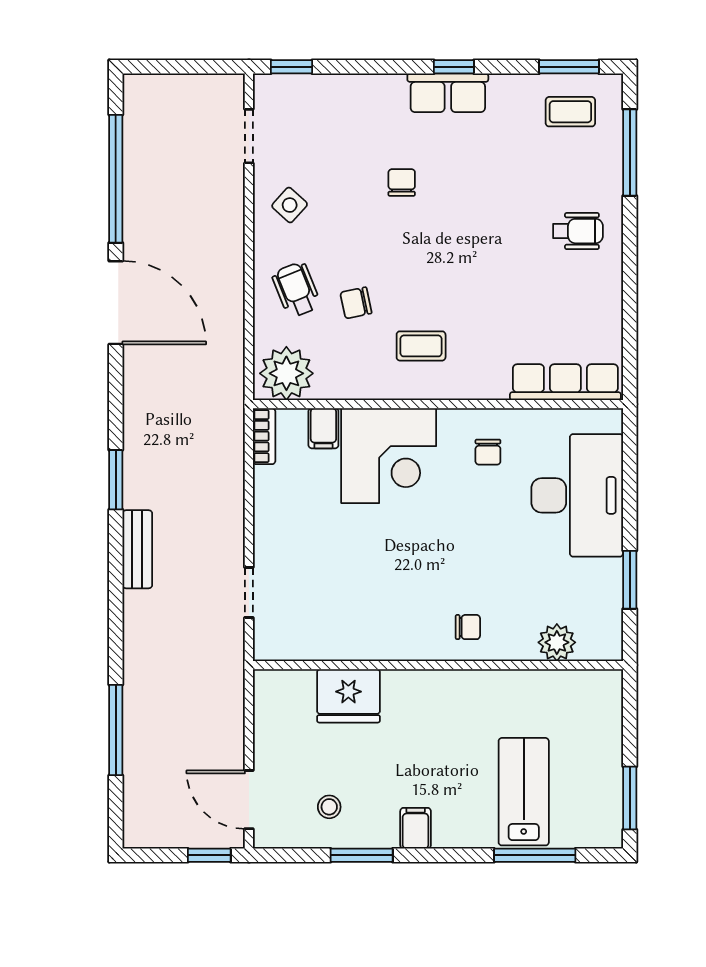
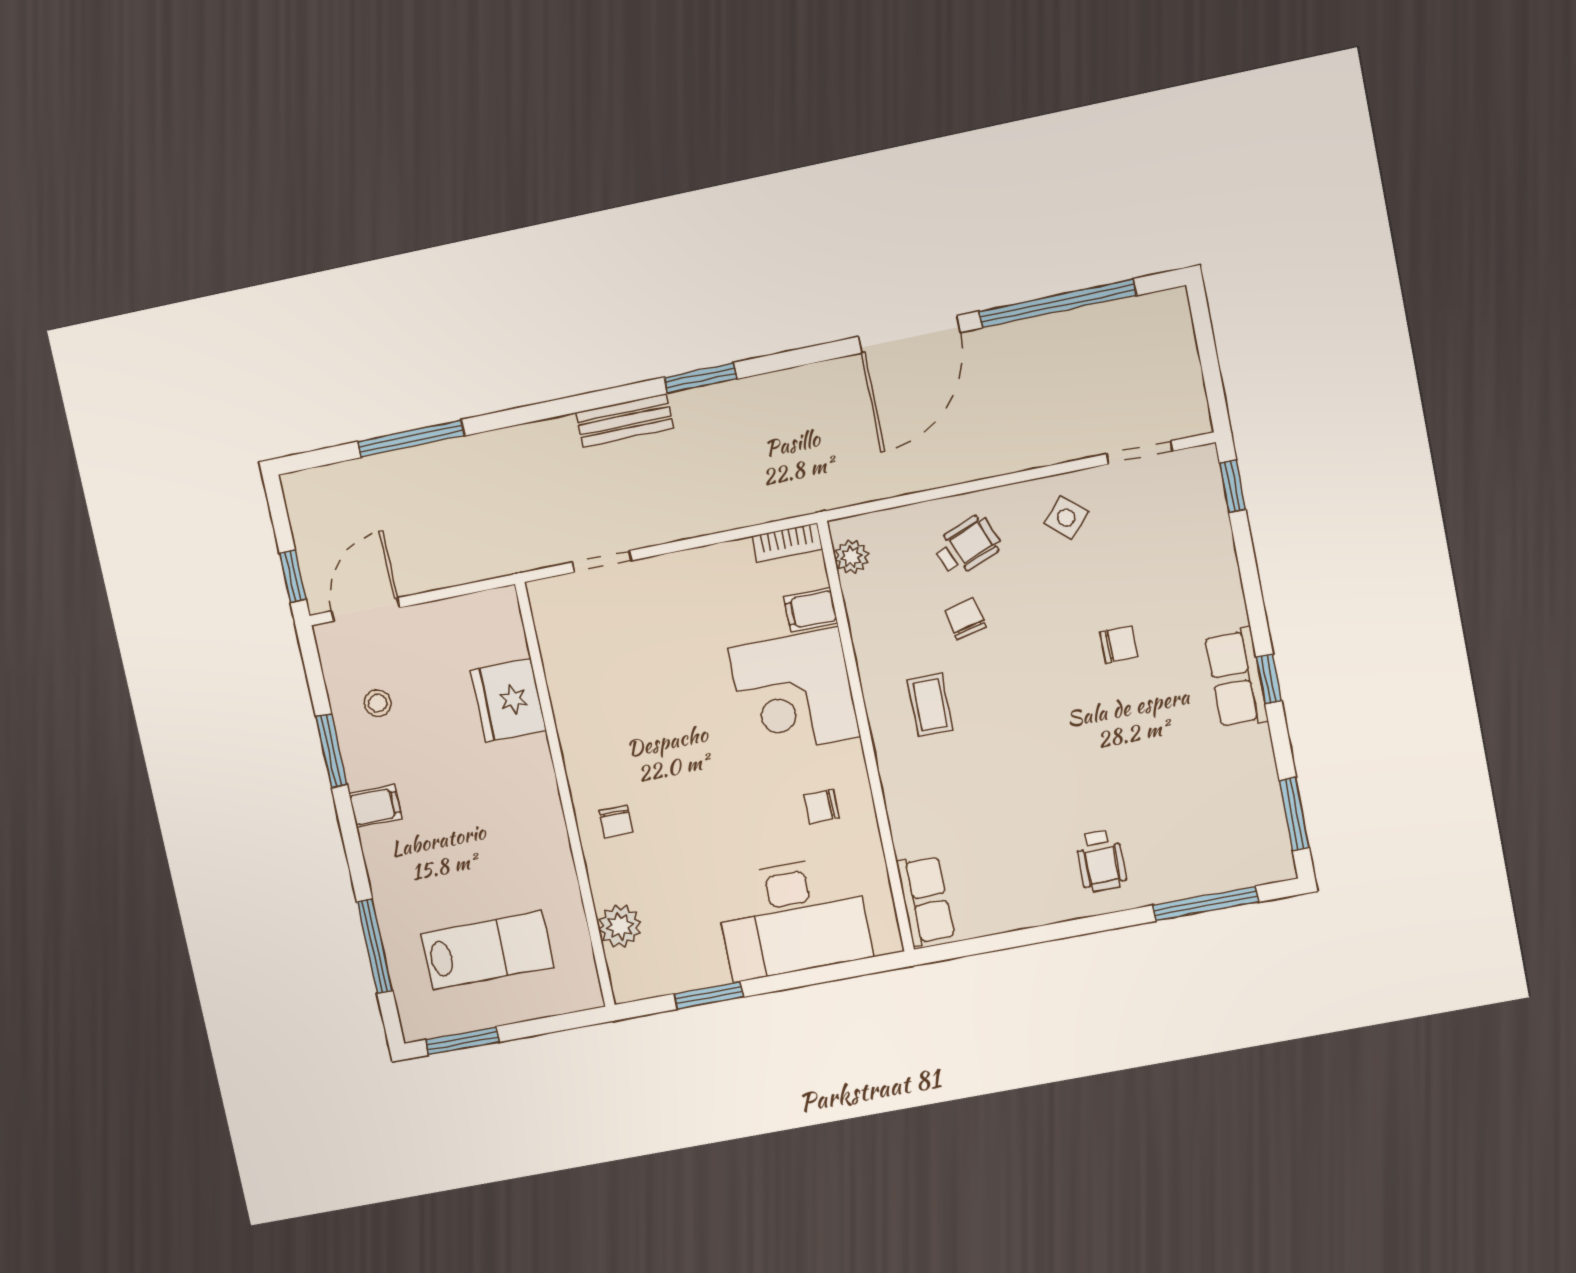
coffee table: (570, 112) -> (1241, 826), removed
plant: (286, 373) -> (852, 557), width x0.53, depth x0.53
row of seats: (565, 382) -> (925, 900), width x0.68
lab bench: (524, 792) -> (487, 950), moved

